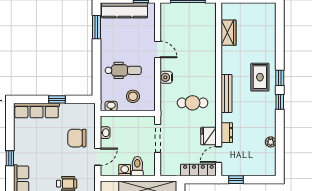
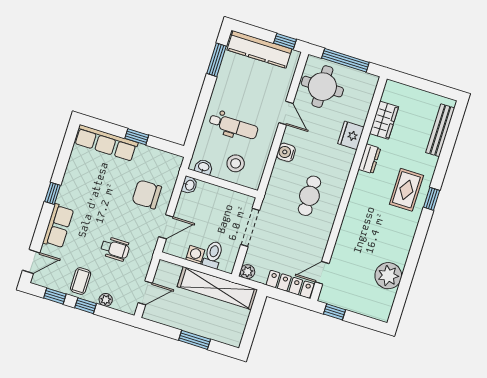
round table: (177, 23) -> (322, 87), added
bench: (227, 93) -> (440, 130), moved
window: (280, 102) -> (422, 230), removed
cafe table: (193, 103) -> (309, 196), turned 90
washbasin: (105, 133) -> (189, 185), moved
dresser: (227, 133) -> (369, 159), moved
fridge: (208, 136) -> (351, 135), moved
plant: (271, 142) -> (388, 276), width x1.87, depth x1.87
plant: (165, 170) -> (247, 272), added

